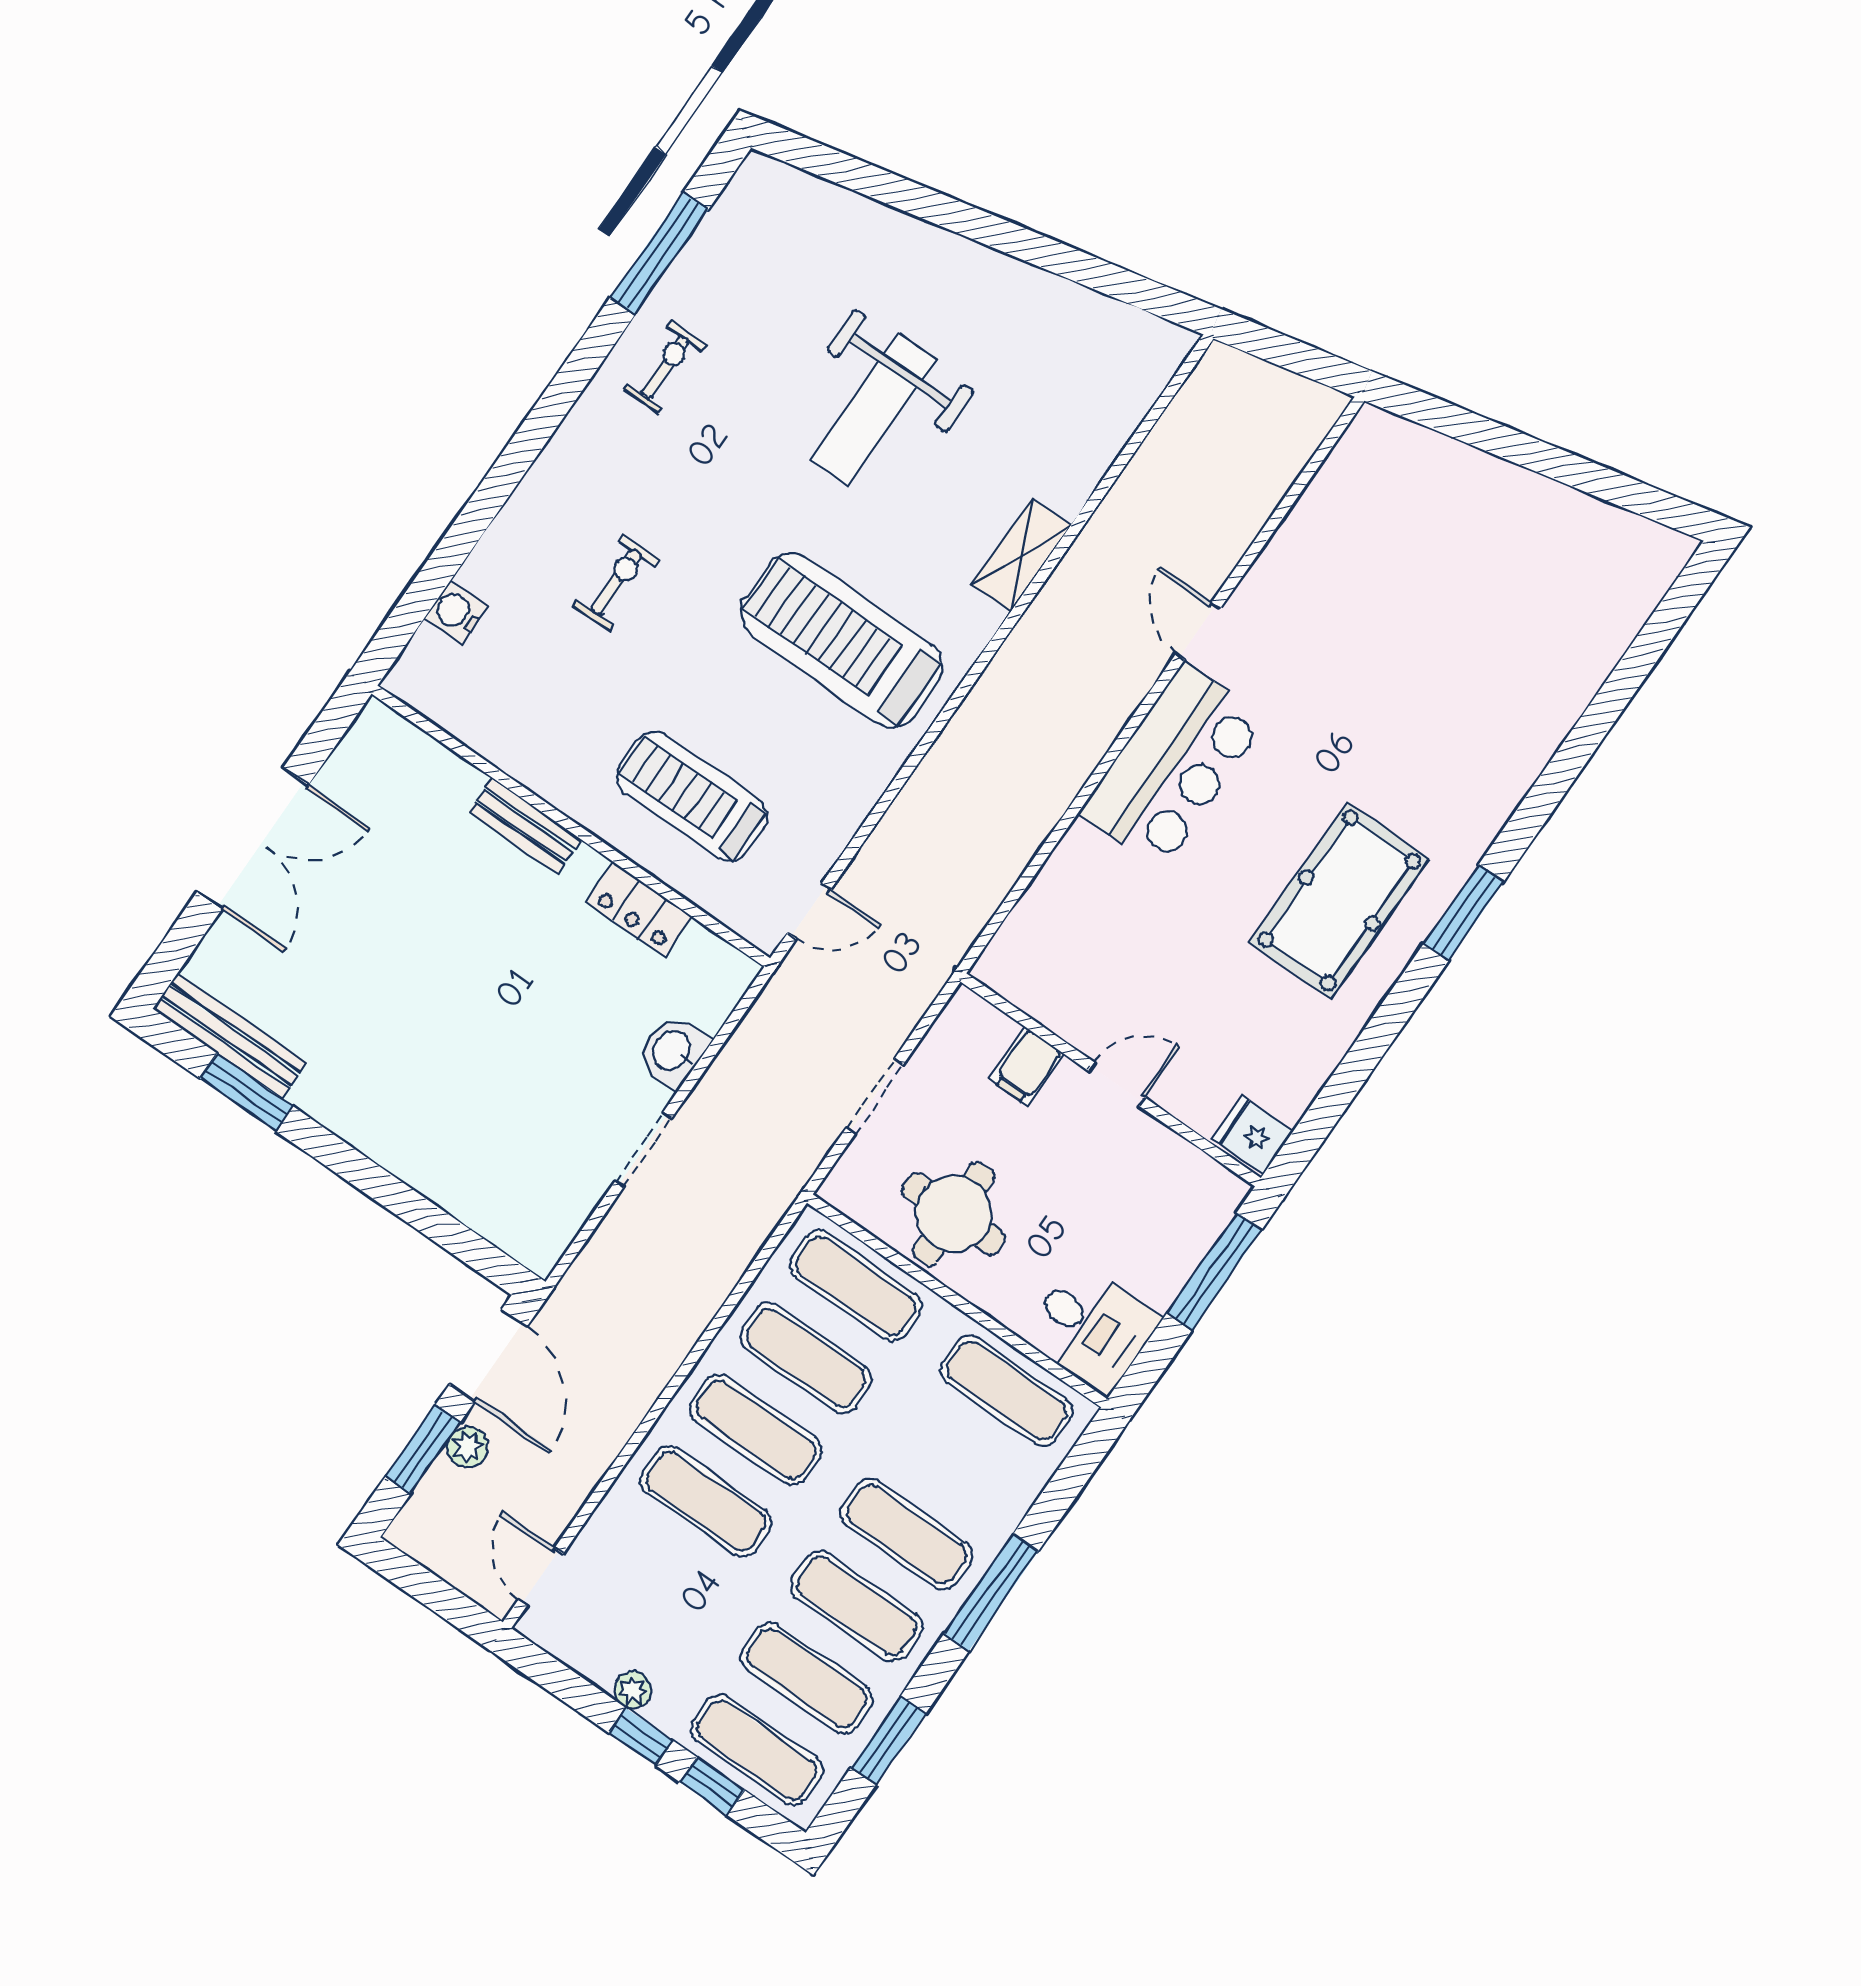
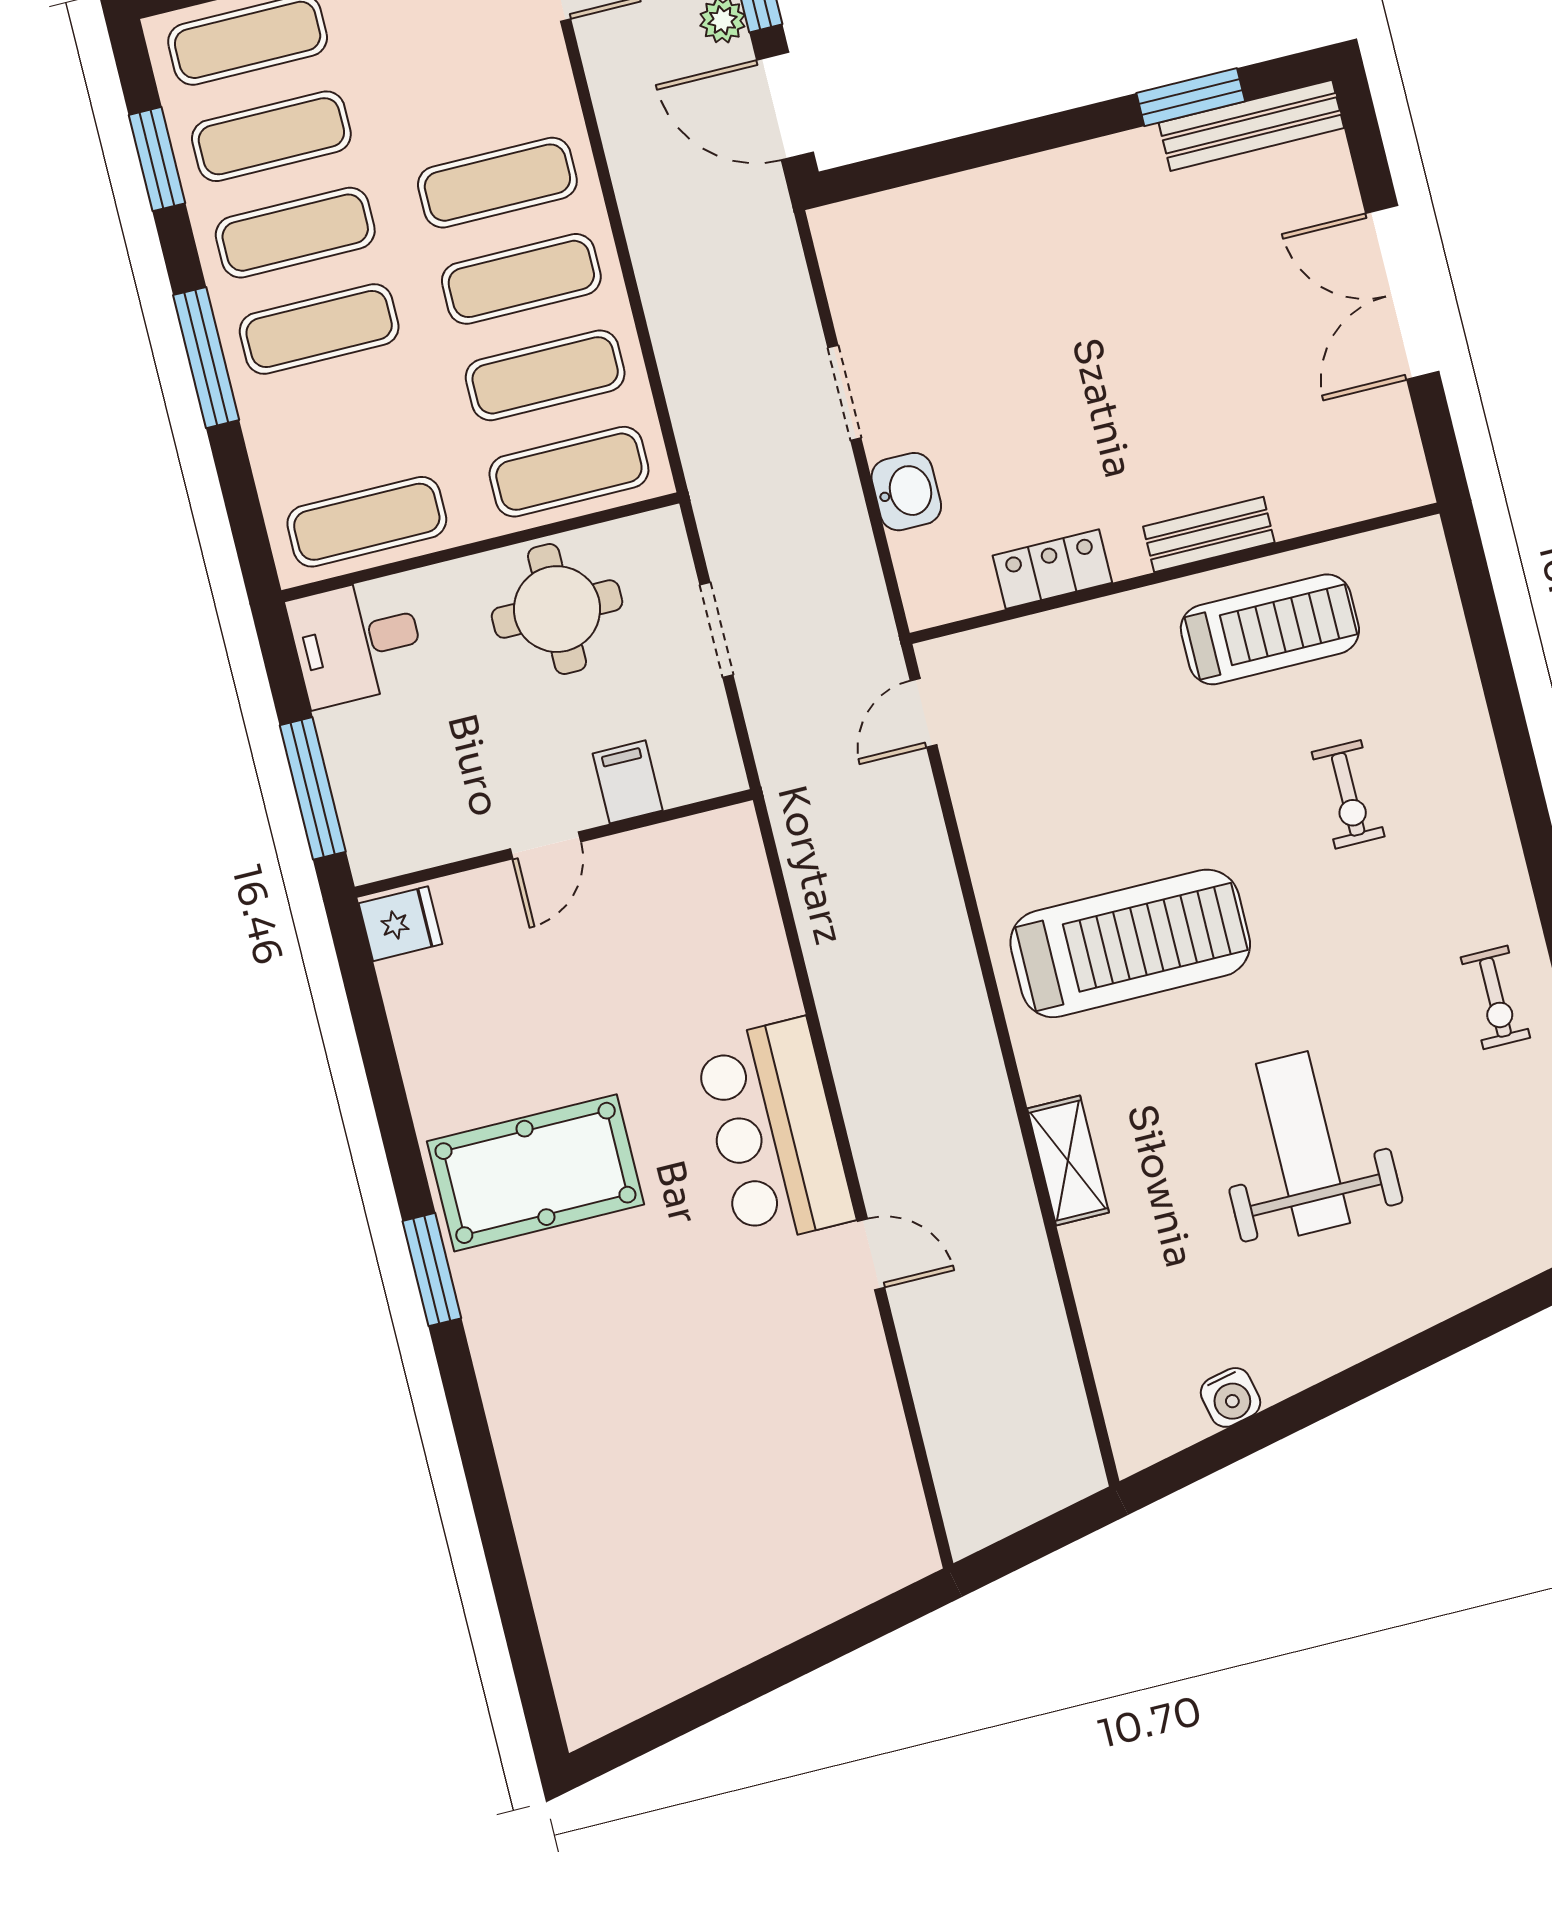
water cooler: (456, 612) -> (1231, 1397), moved, turned 78
treadmill: (692, 797) -> (1270, 629), moved
pool table: (1339, 900) -> (535, 1173), turned 90

